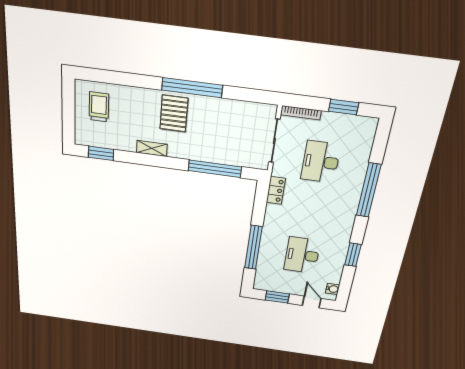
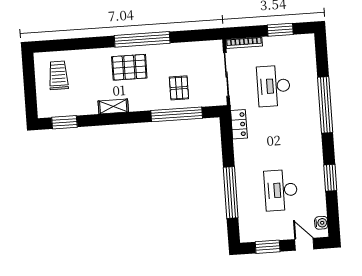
pallet: (174, 113) -> (129, 67), turned 90
pallet: (222, 144) -> (179, 88), added

